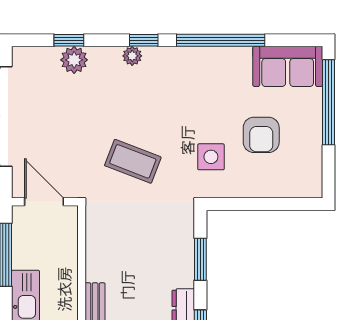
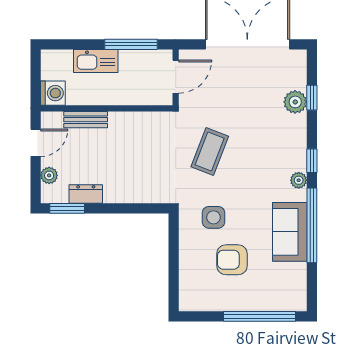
plant: (132, 56) -> (299, 180), moved
sofa: (288, 66) -> (290, 232), moved
window: (200, 259) -> (127, 208), removed

